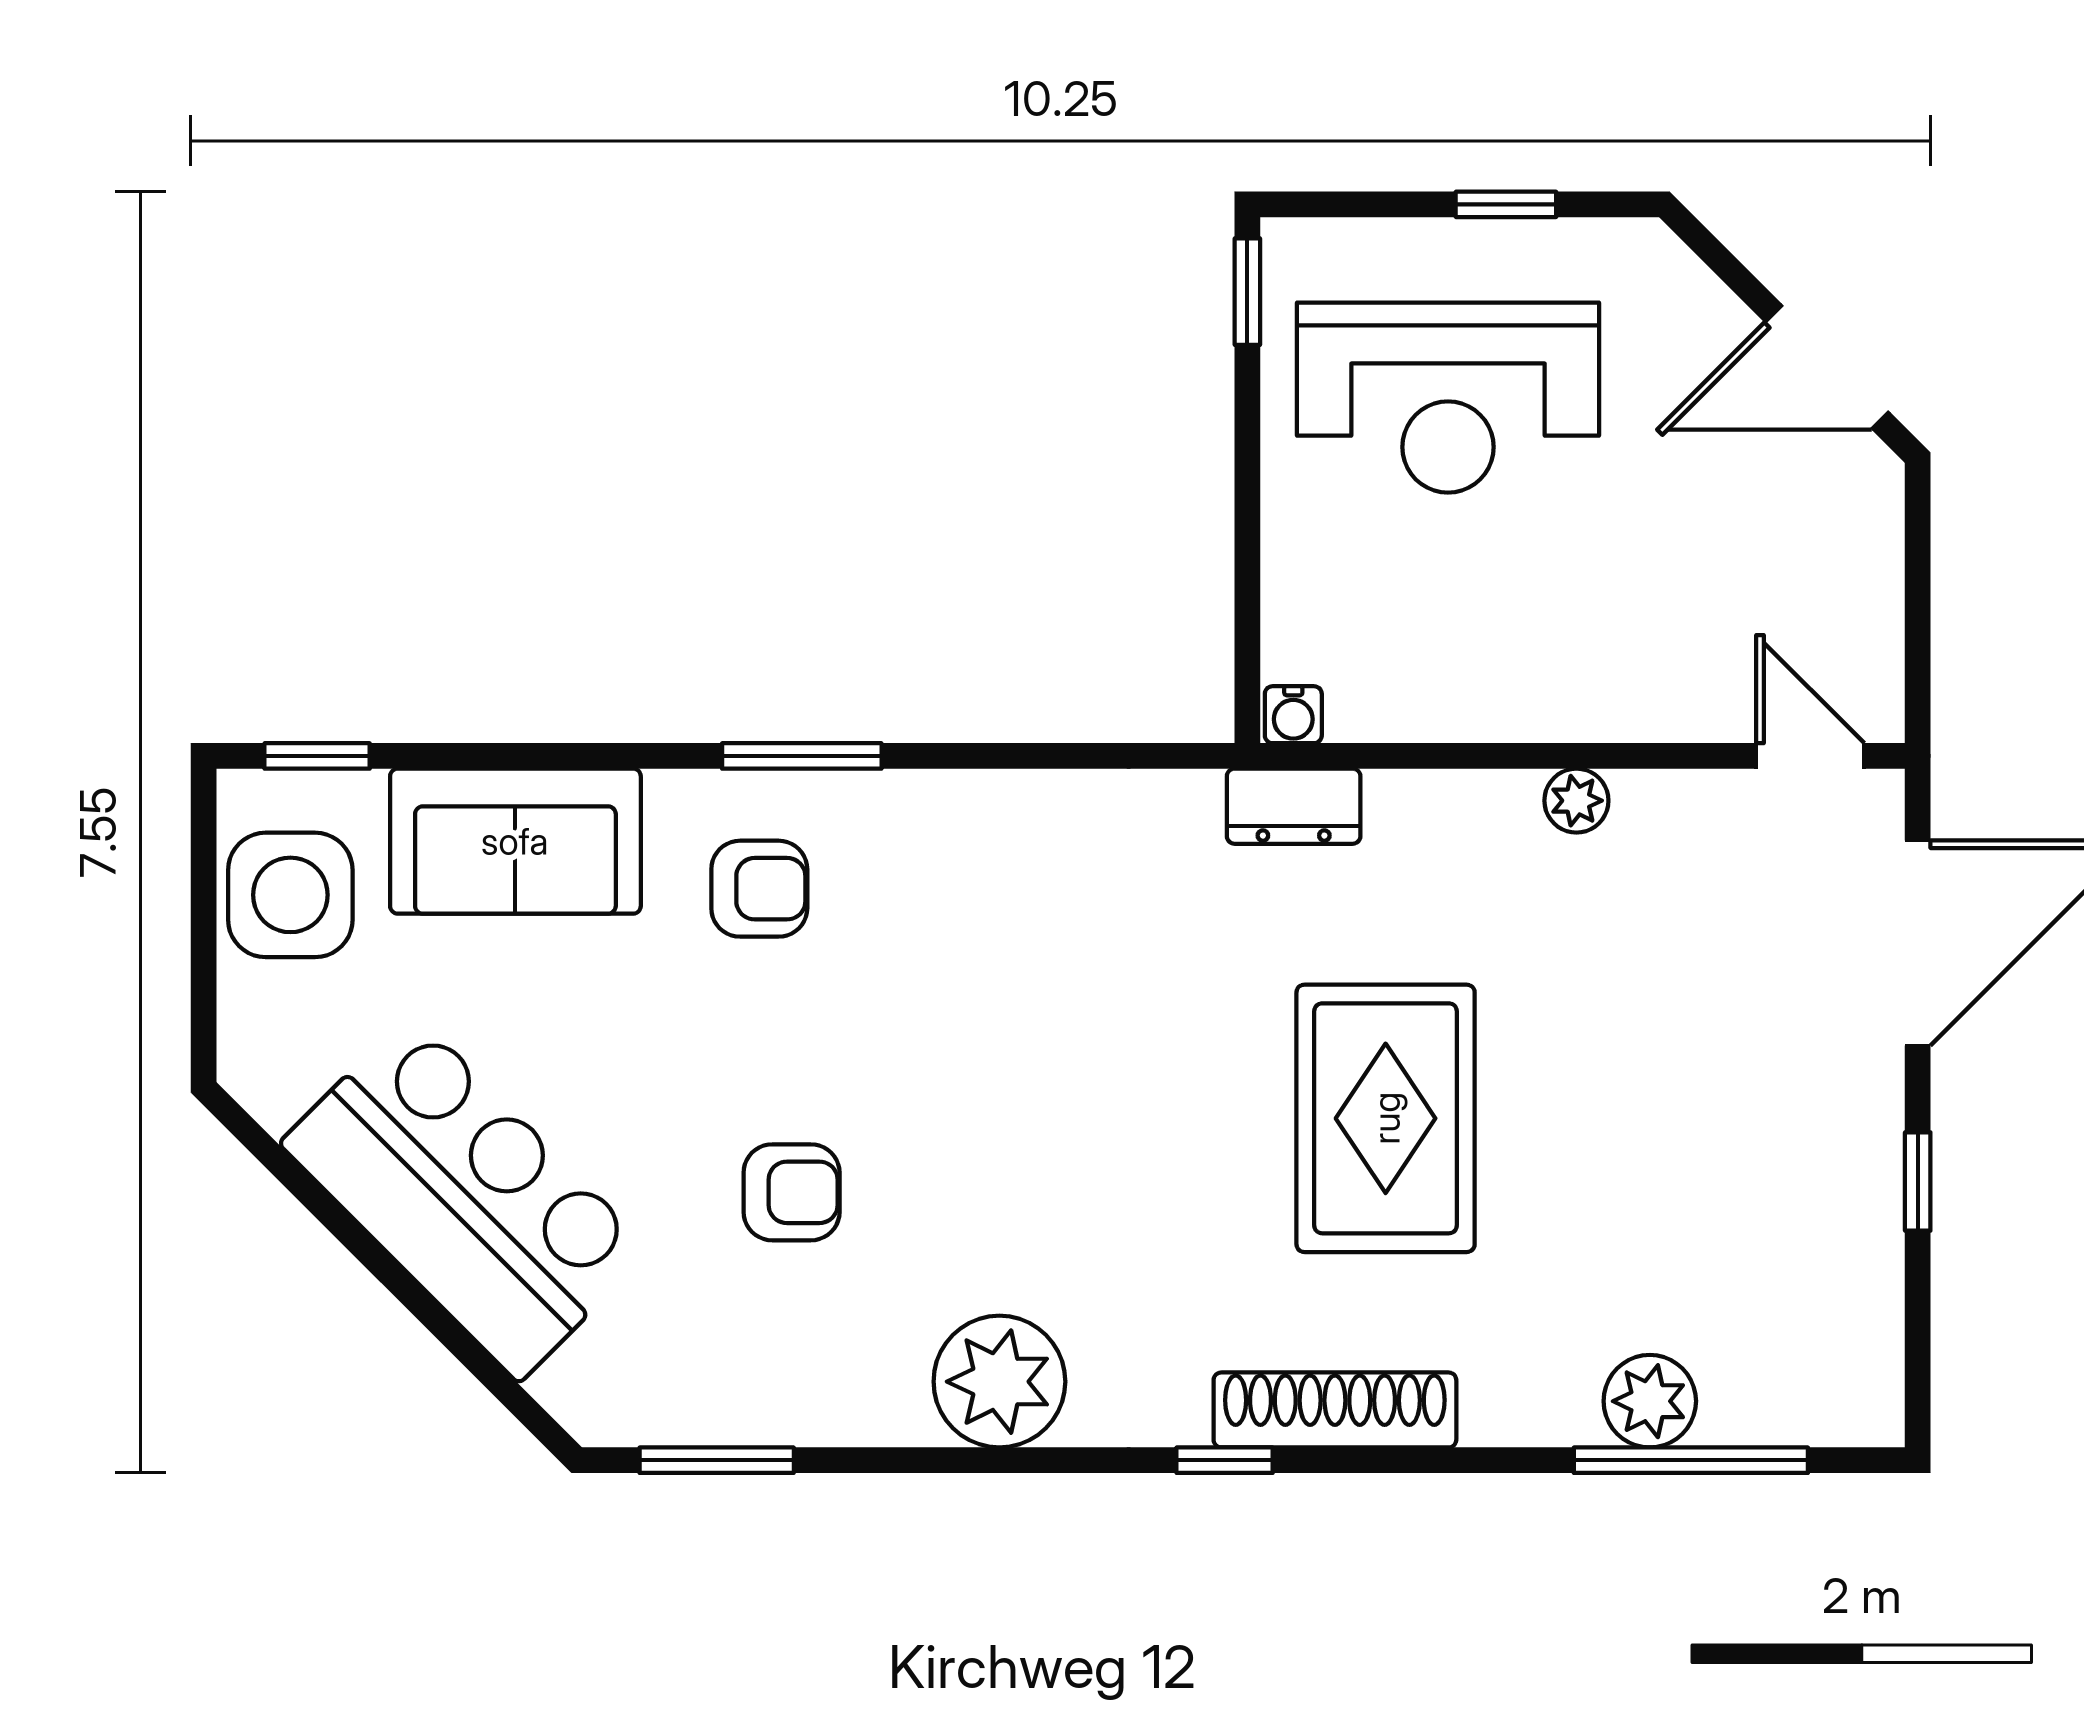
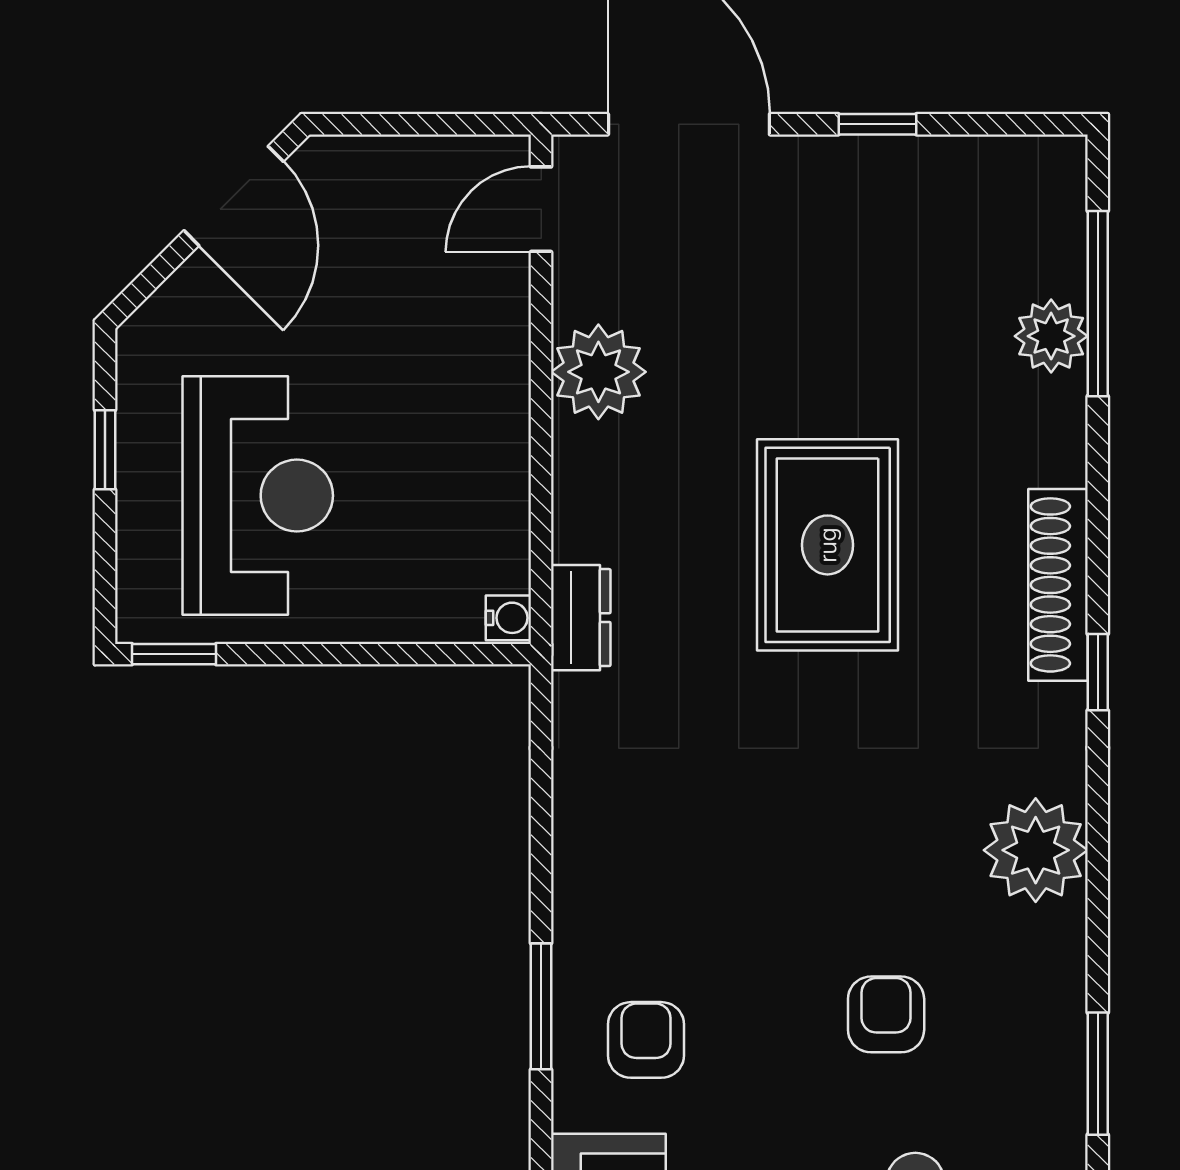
plant: (1576, 801) -> (598, 372), width x1.87, depth x1.87
rug: (1386, 1118) -> (828, 545), turned 90

